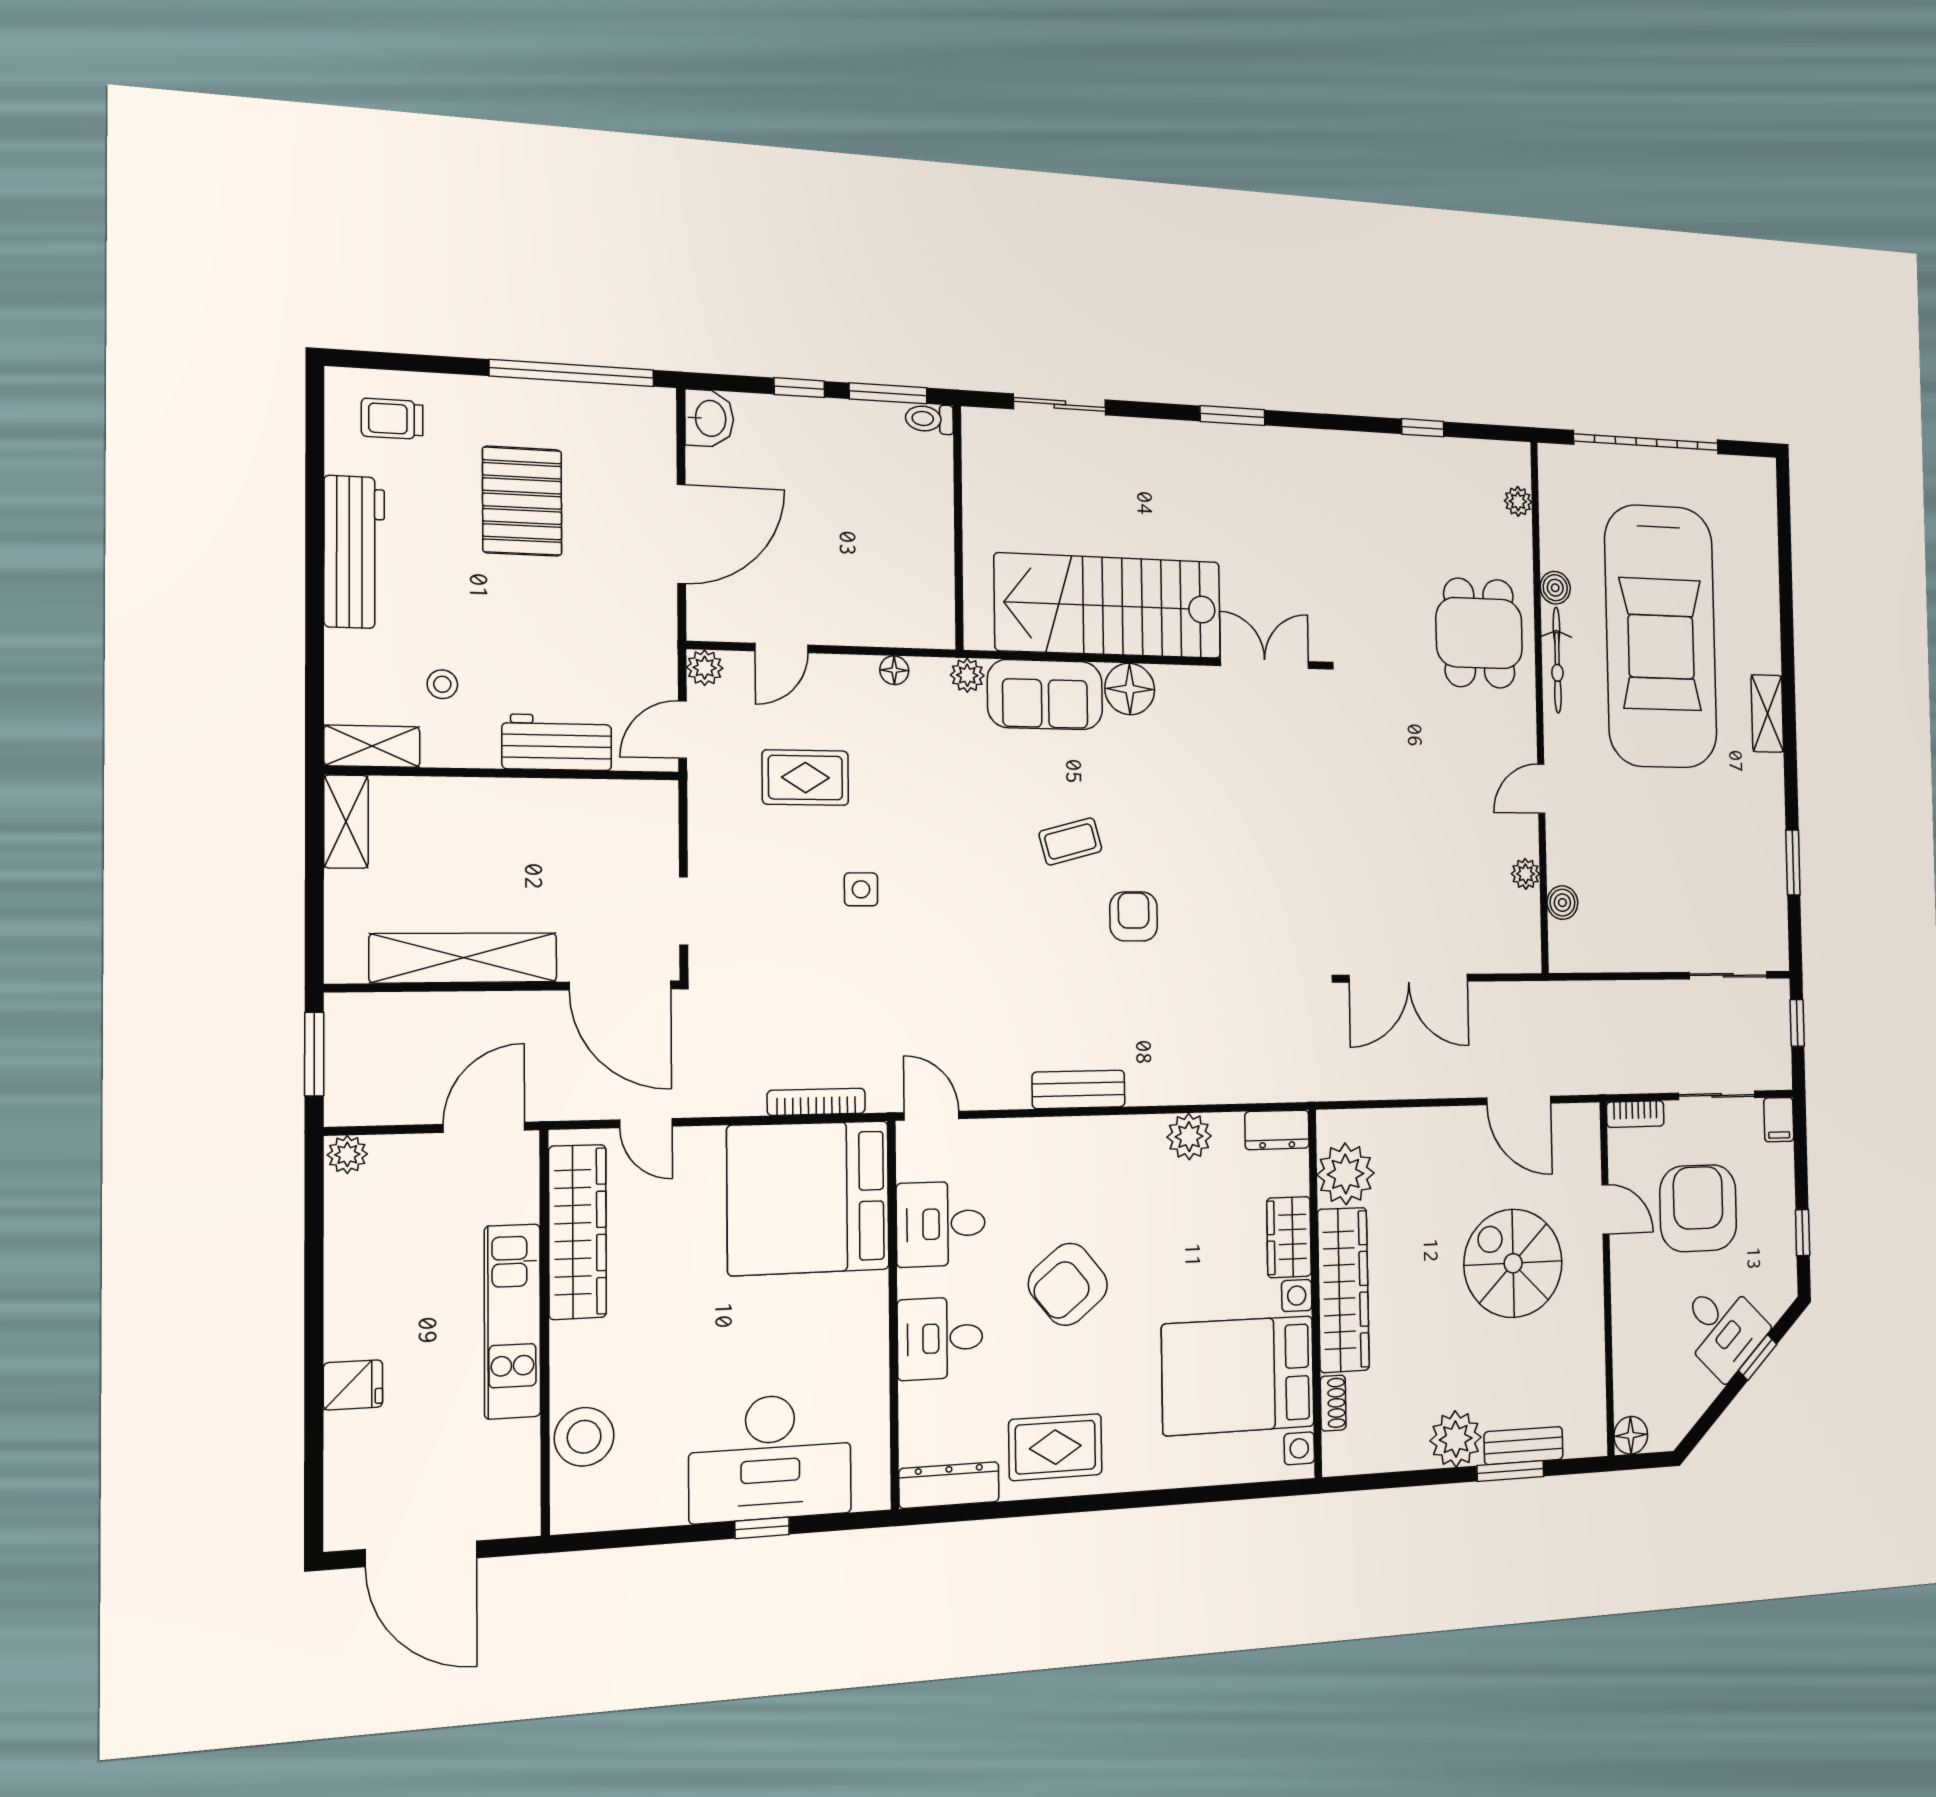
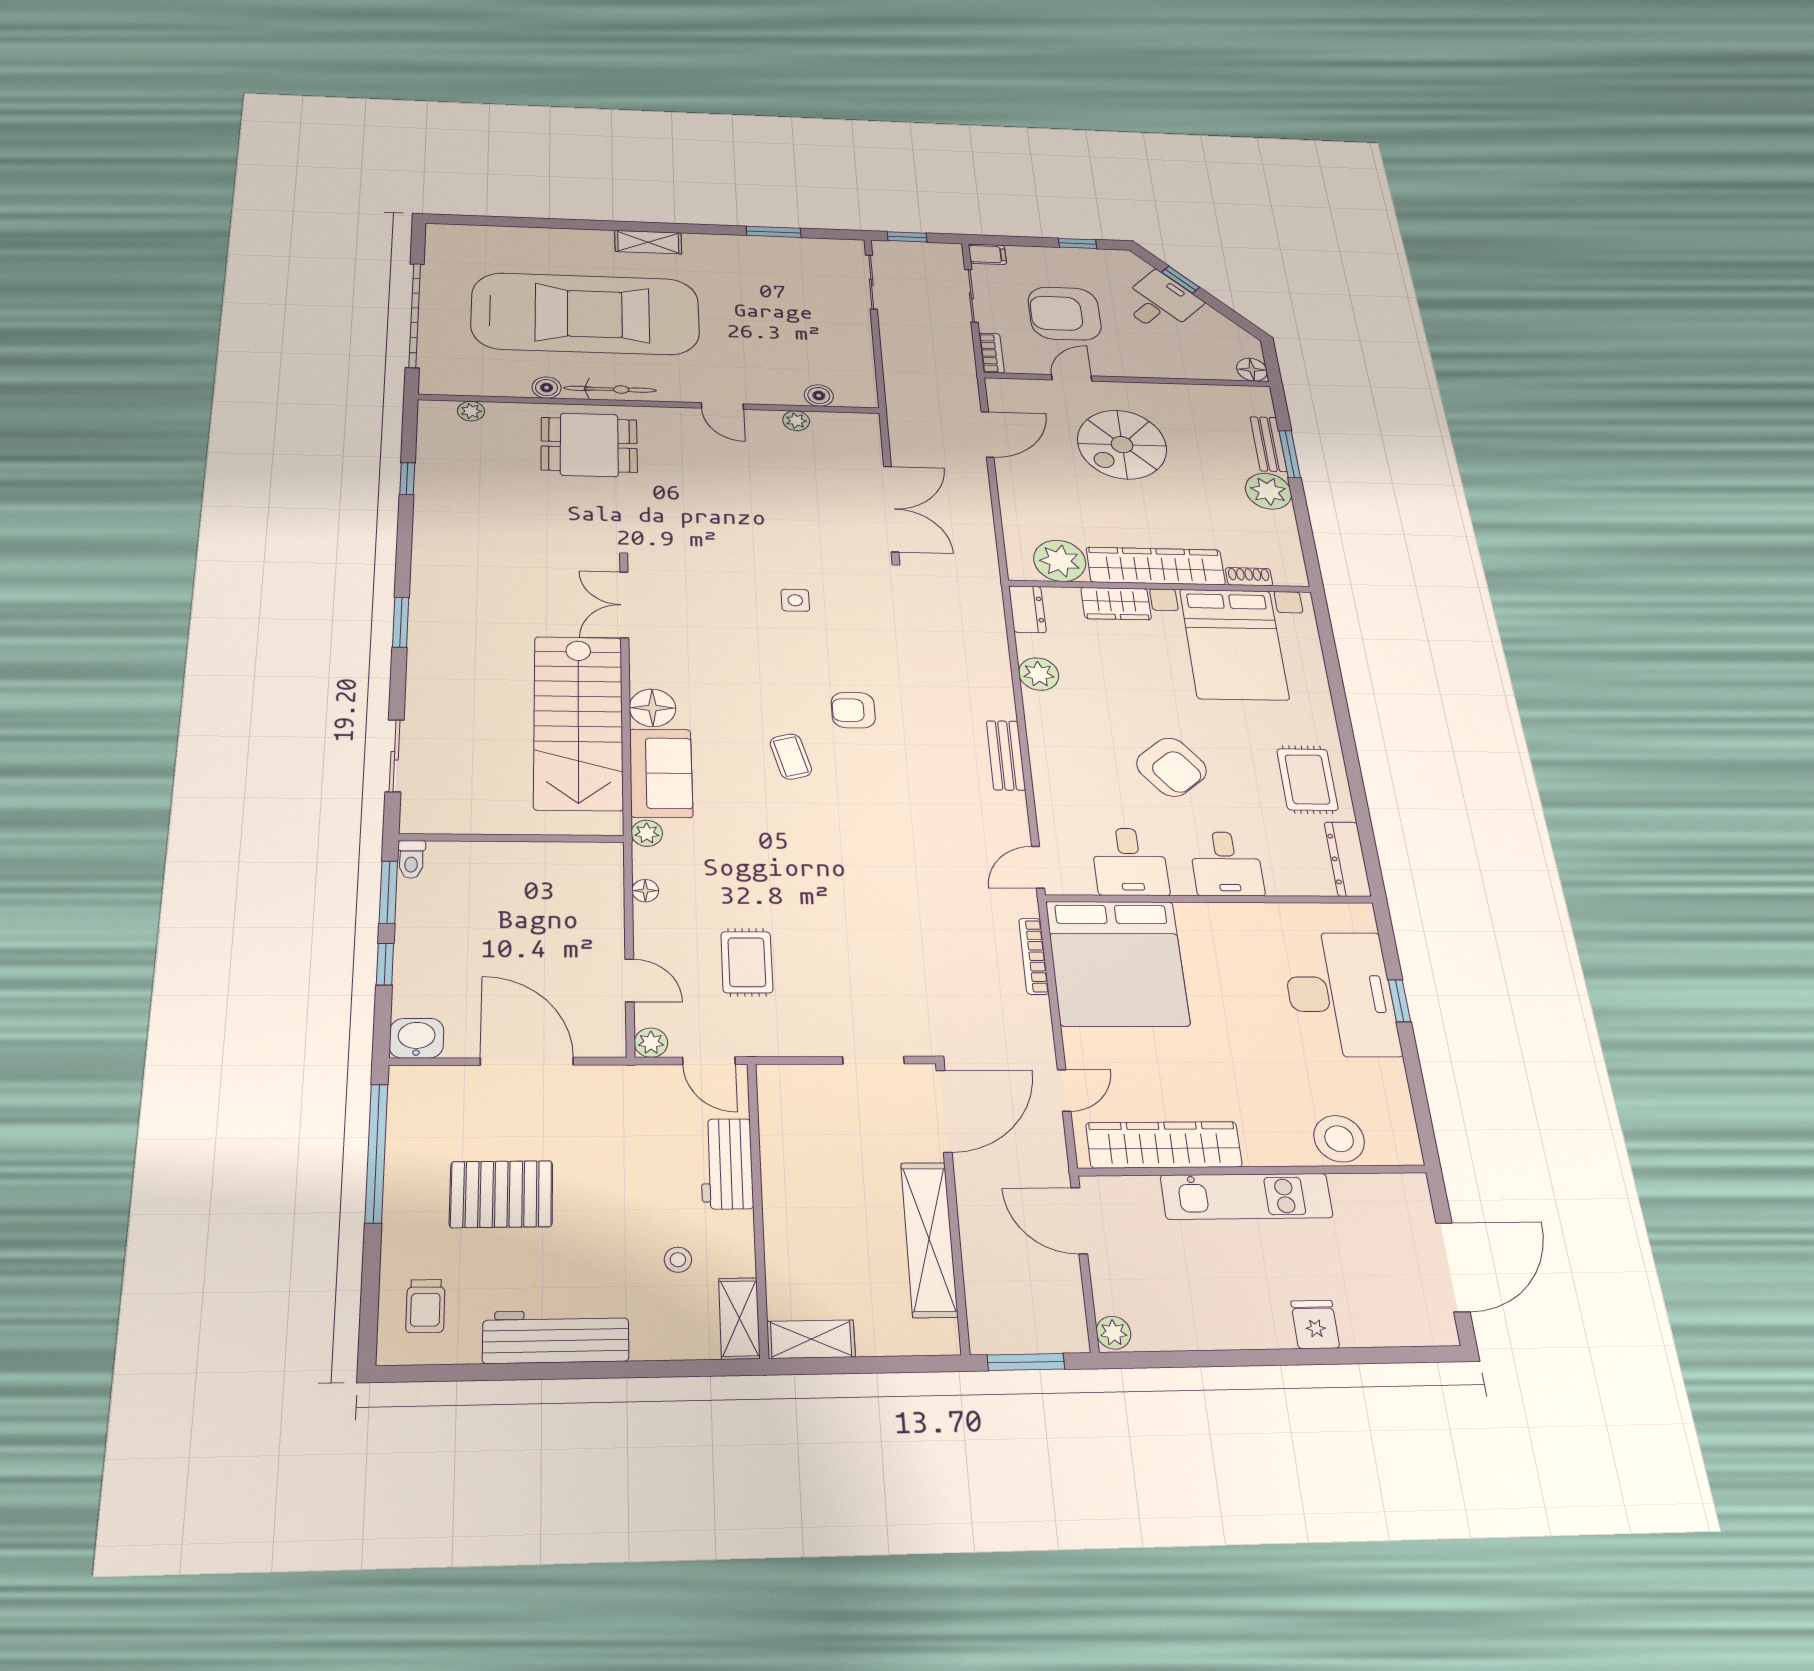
side table: (861, 889) -> (795, 600), moved

